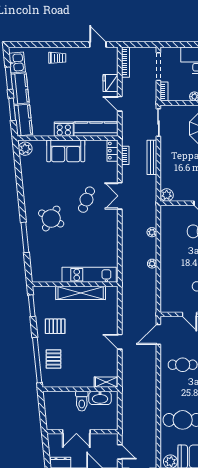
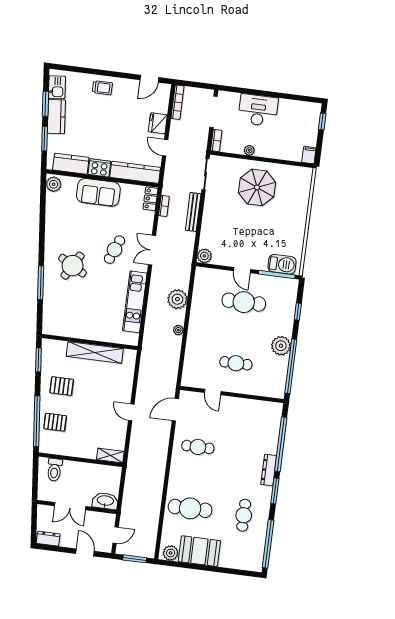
door: (98, 44) -> (149, 79), swing flipped
kitchen counter: (23, 120) -> (71, 164), moved, turned -84
plant: (152, 232) -> (177, 299), width x1.87, depth x1.87
kitchen unit: (89, 275) -> (135, 302), moved, turned -90
pallet: (53, 359) -> (55, 422), turned 90
washbasin: (100, 398) -> (105, 501), moved, turned 180
toilet: (82, 401) -> (54, 470), moved
door: (120, 452) -> (116, 535), hinge flipped

